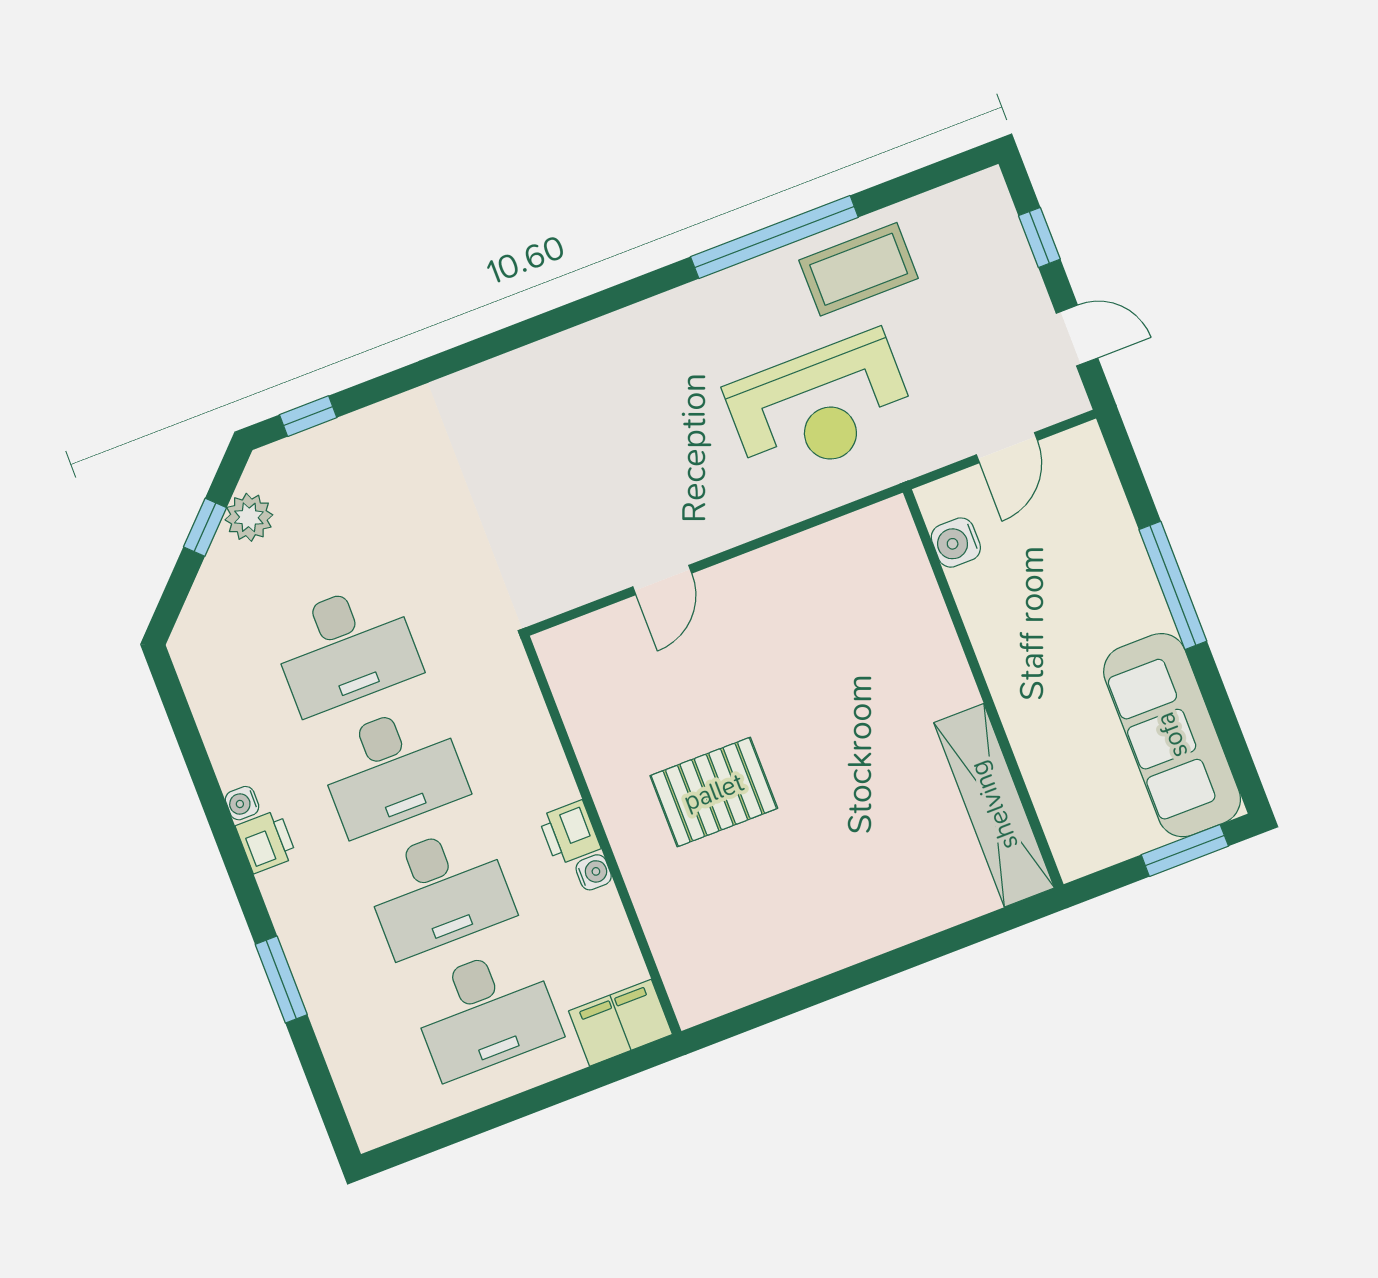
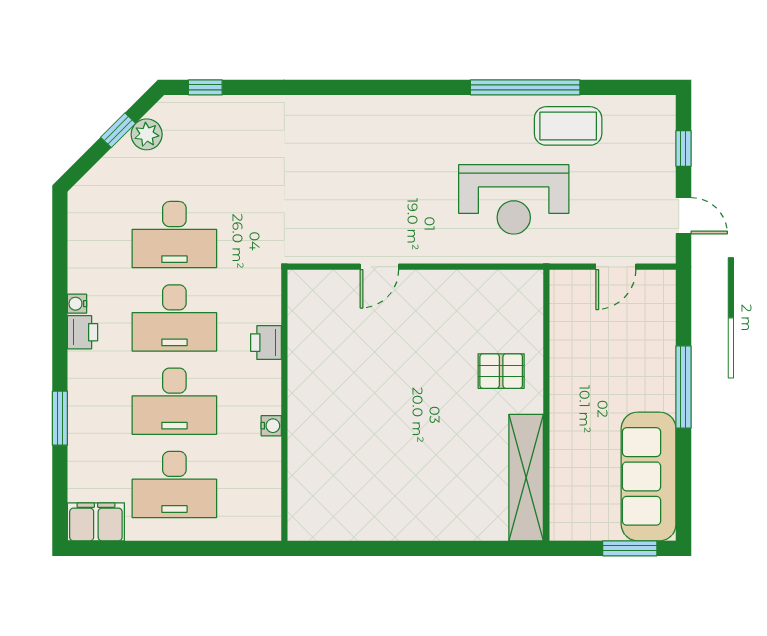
water cooler: (956, 543) -> (564, 312), removed
pallet: (714, 792) -> (501, 371), moved, width x0.67, depth x0.71
printer: (569, 832) -> (266, 343), moved
filing cabinet: (621, 1023) -> (96, 522), moved

